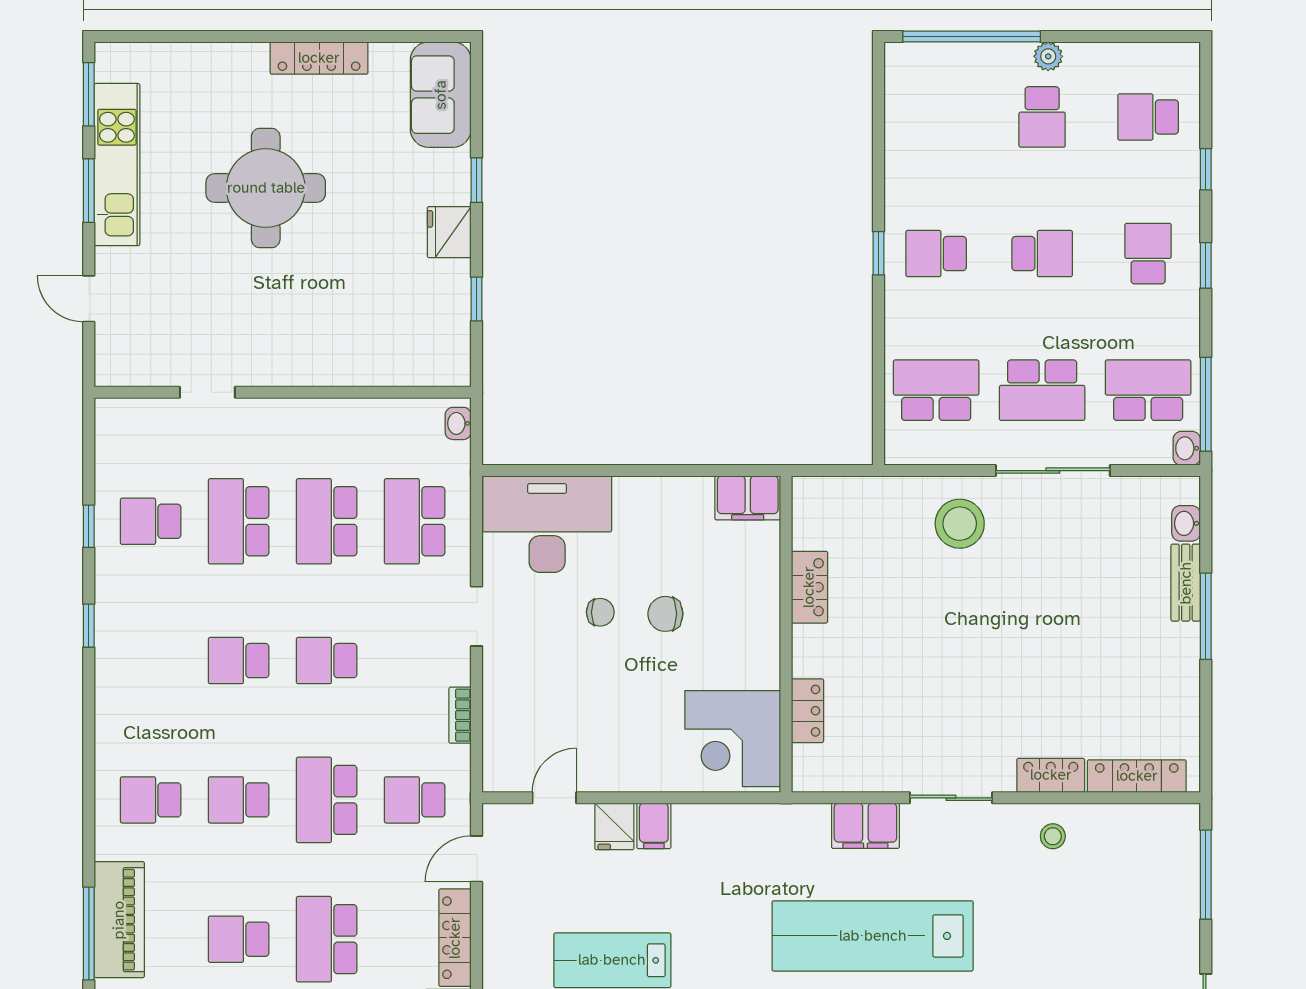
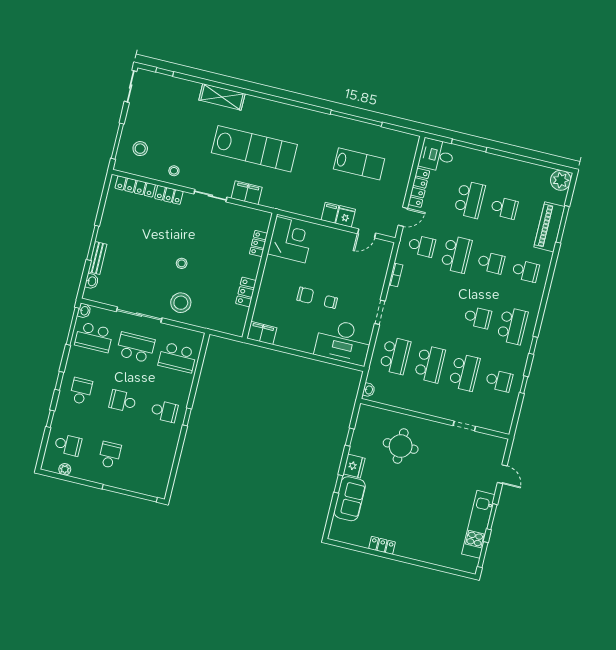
plant: (1048, 56) -> (65, 469), moved
locker: (319, 58) -> (382, 545), width x0.66
sofa: (441, 95) -> (350, 499), moved
round table: (266, 188) -> (401, 446), moved, width x0.73, depth x0.73
school desk: (1148, 254) -> (81, 391), turned 180
stool: (981, 619) -> (182, 263), added
school desk: (327, 661) -> (512, 326), moved, width x1.85
stool: (1147, 870) -> (140, 149), added

